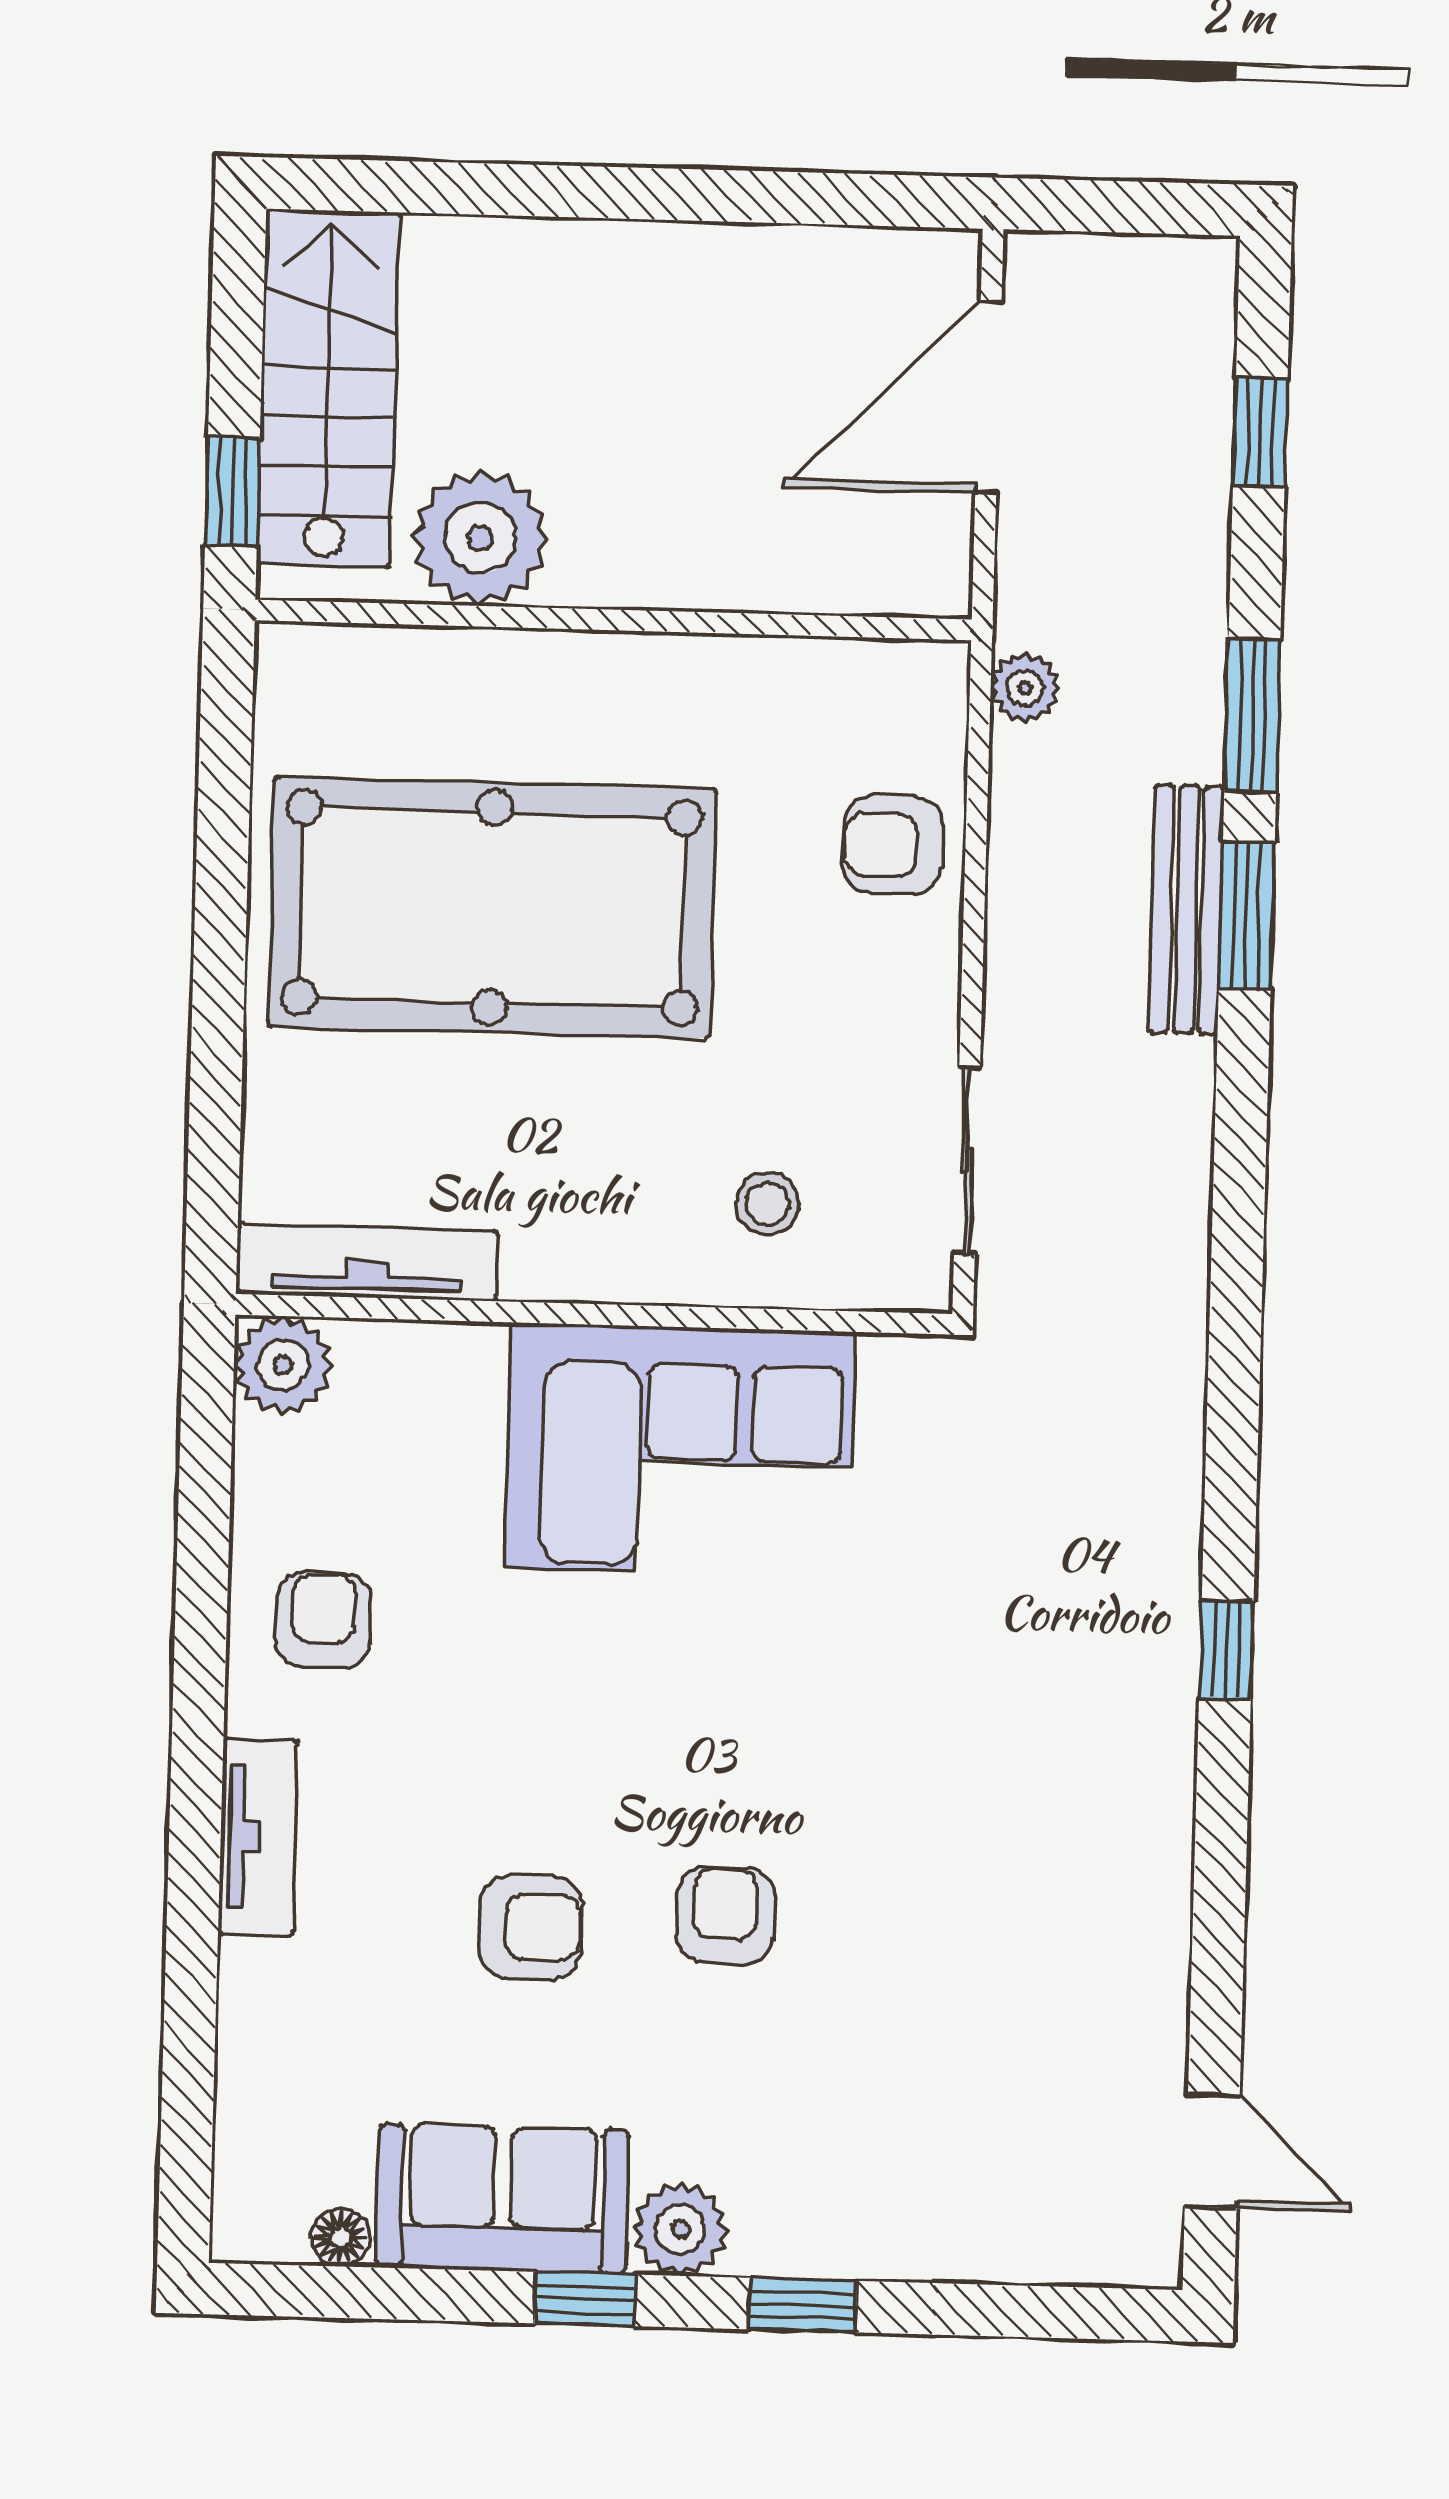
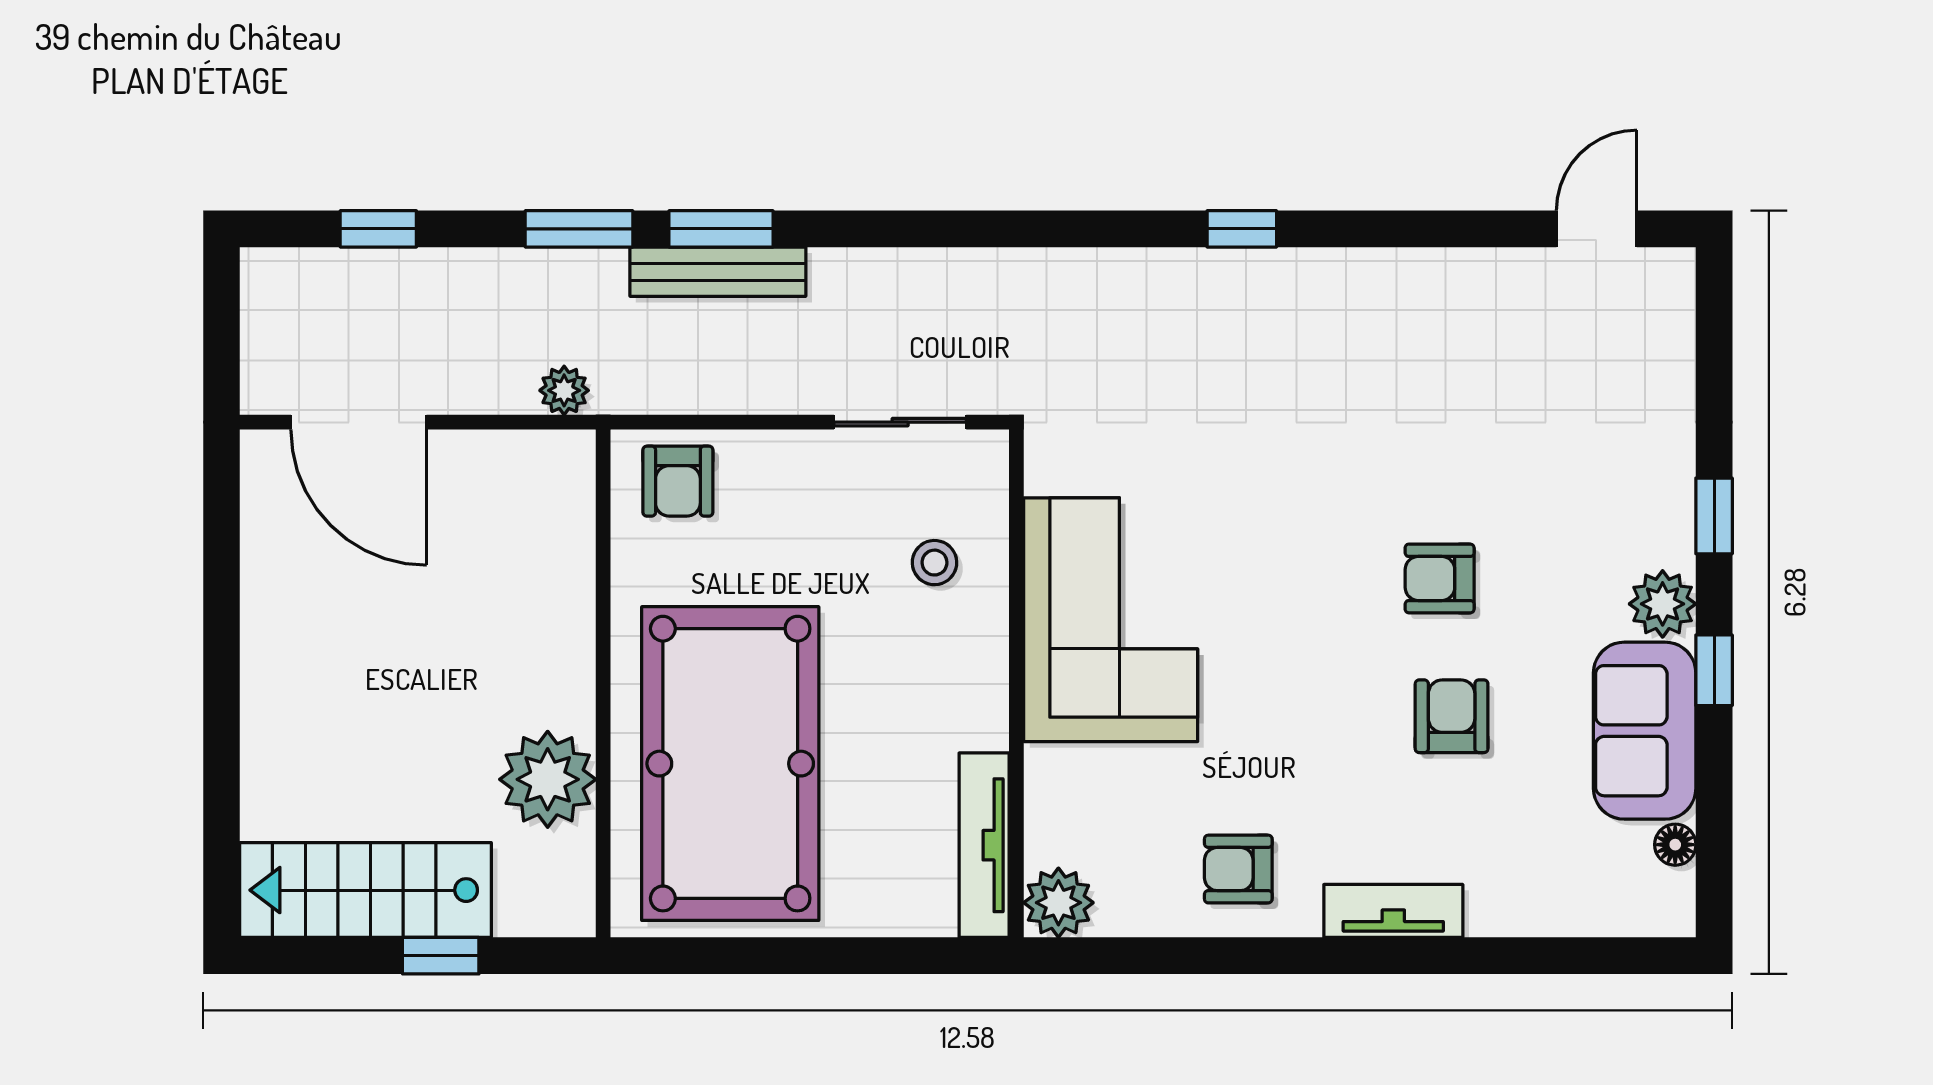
plant: (480, 538) -> (548, 779), moved
wall: (613, 620) -> (603, 683), moved

